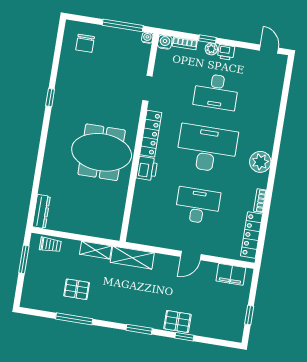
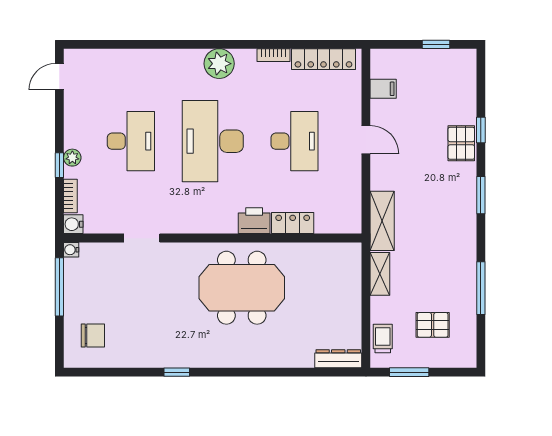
printer: (226, 52) -> (74, 136), removed
locker: (151, 134) -> (293, 223), moved, width x0.66
meeting table: (102, 152) -> (242, 288), turned 90
desk: (198, 206) -> (295, 141), turned 180
filing cabinet: (231, 274) -> (383, 89), width x0.50
pallet: (77, 289) -> (433, 325), moved, turned 90

